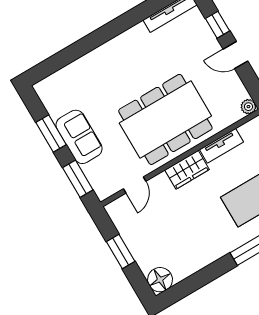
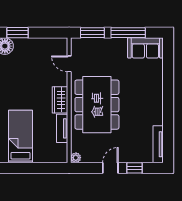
window: (51, 133) -> (128, 33), width x1.44
sofa: (79, 137) -> (145, 48), moved
window: (121, 251) -> (18, 33), moved

